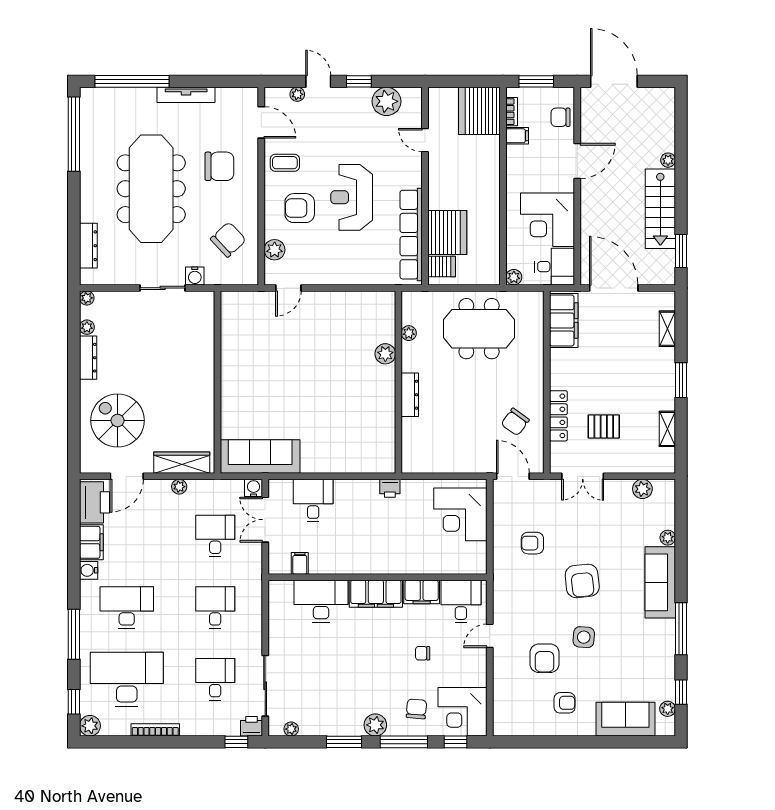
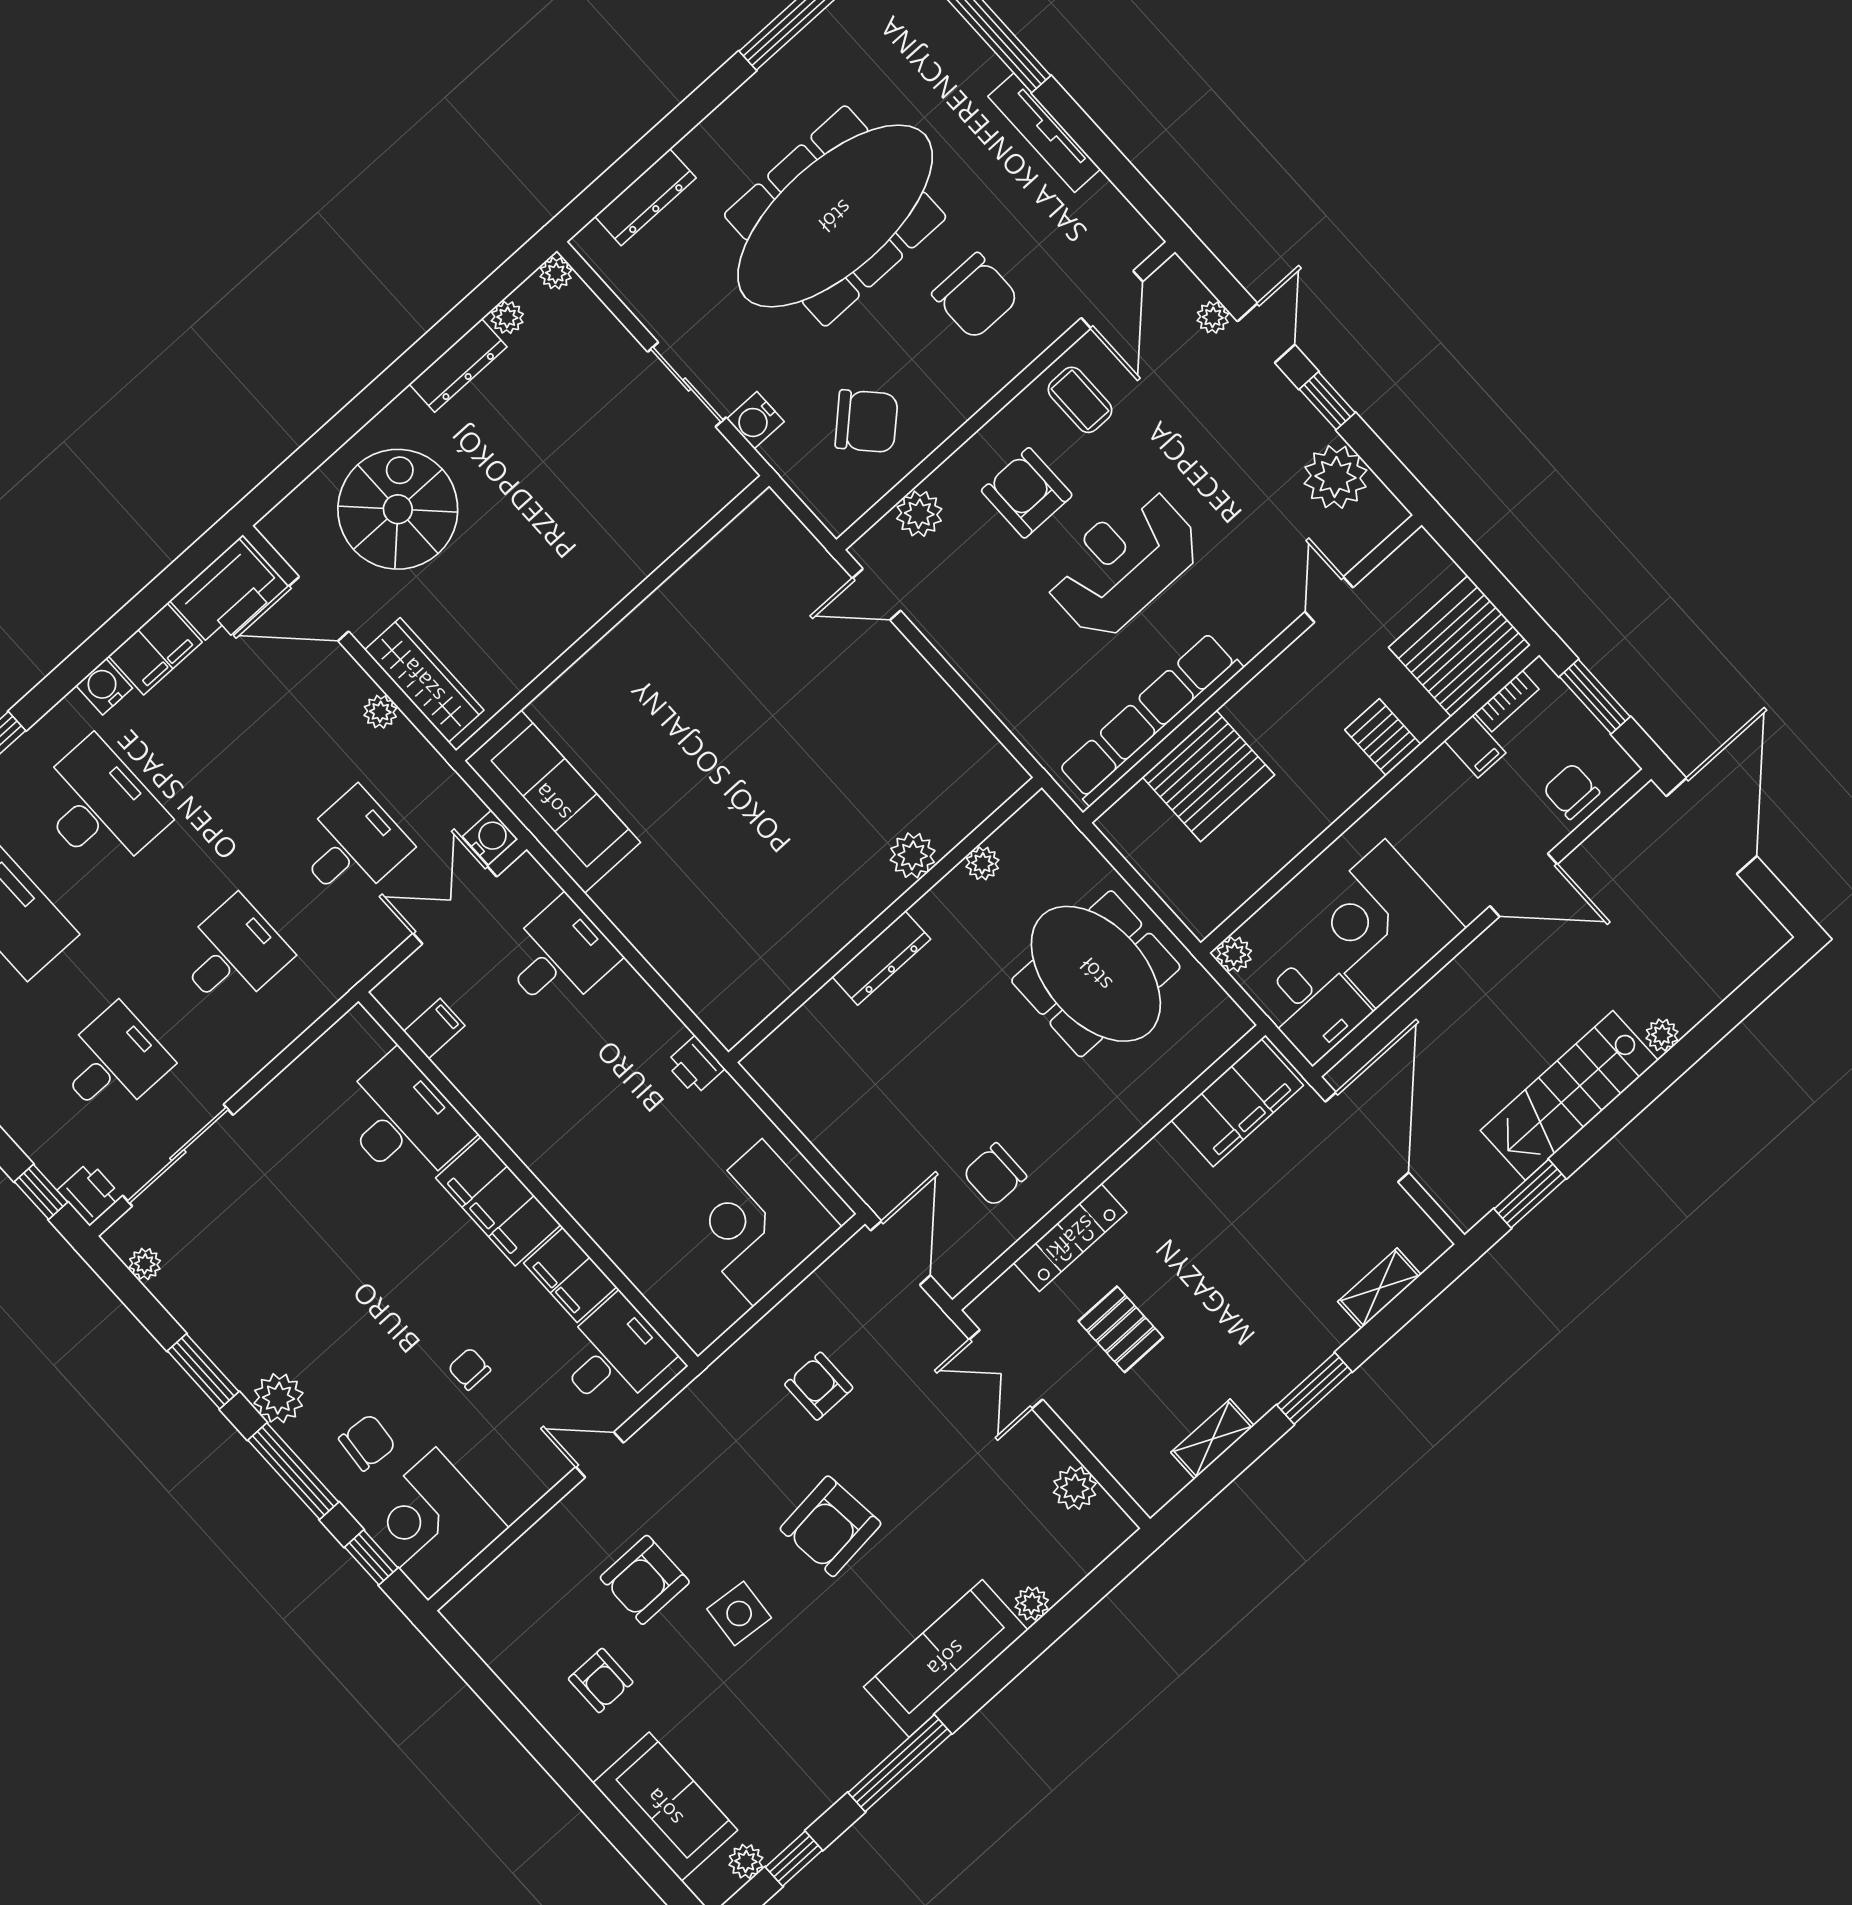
server rack: (442, 267) -> (1383, 737), moved, turned 180
chair: (515, 422) -> (995, 1175), turned -36

